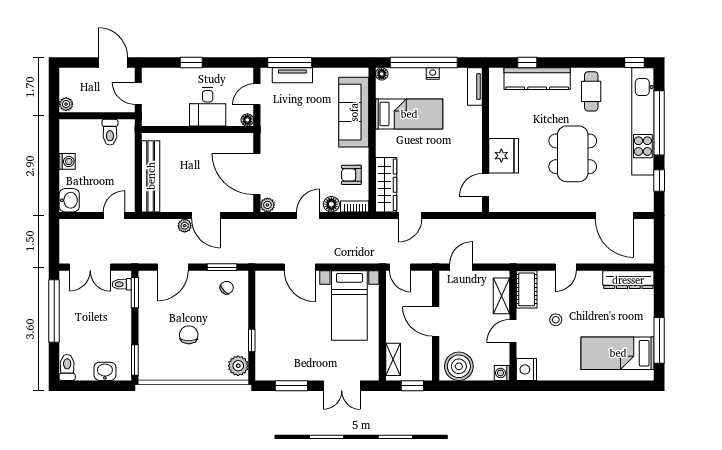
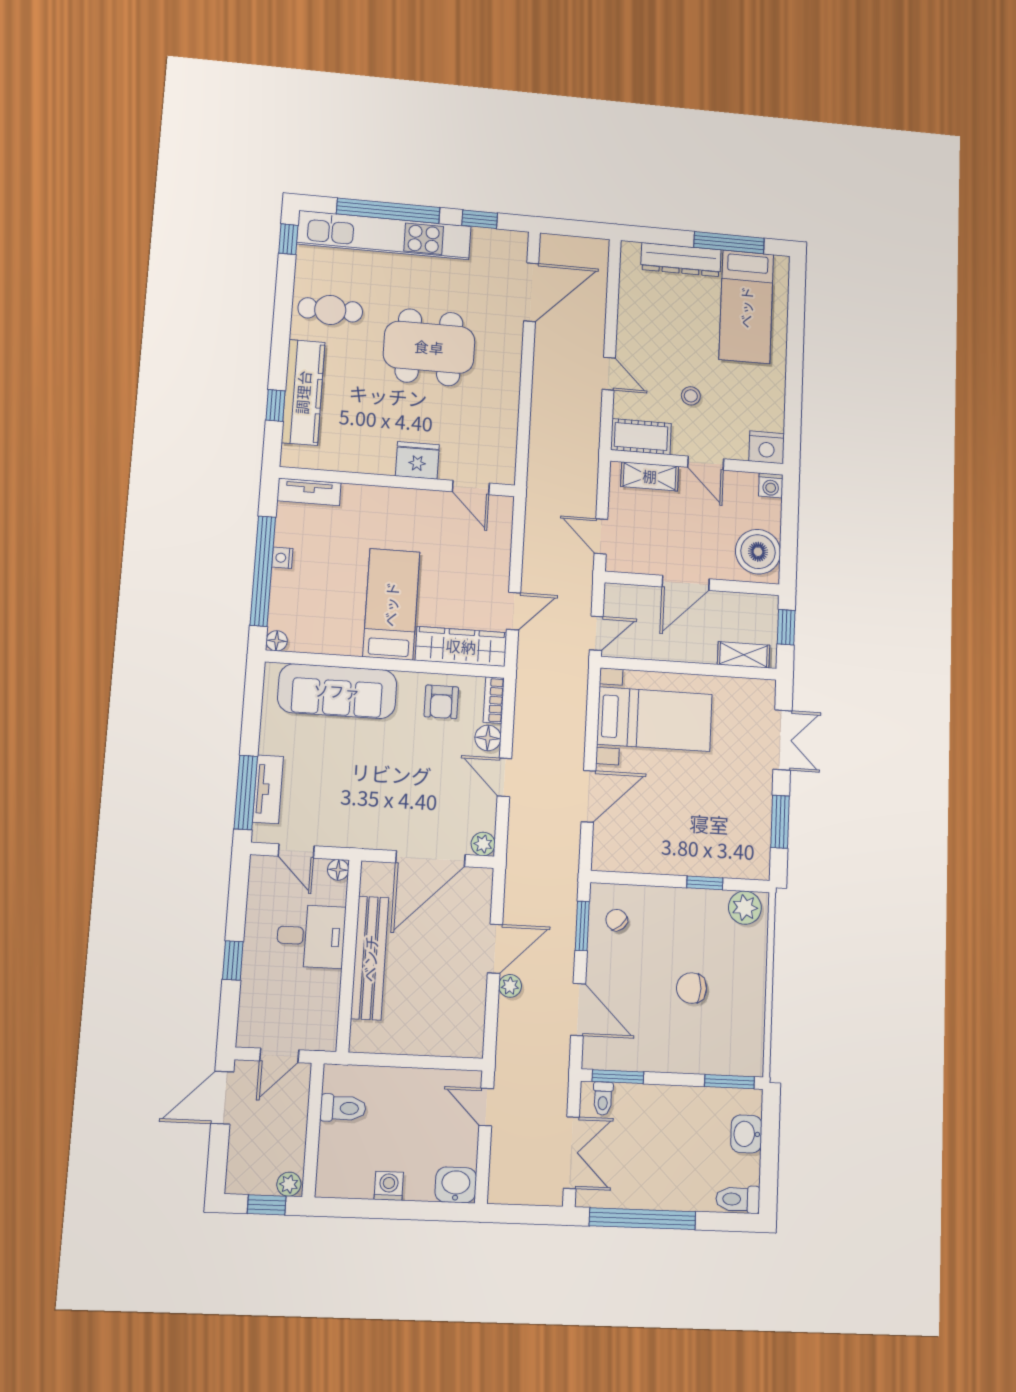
window: (54, 92) -> (267, 1205), added
bed: (409, 114) -> (391, 604), moved
fridge: (504, 156) -> (417, 460), width x0.73, depth x0.75
bench: (151, 176) -> (370, 958), moved, turned 90
door: (410, 215) -> (514, 611), hinge flipped
dresser: (628, 280) -> (681, 260), moved, turned 90

